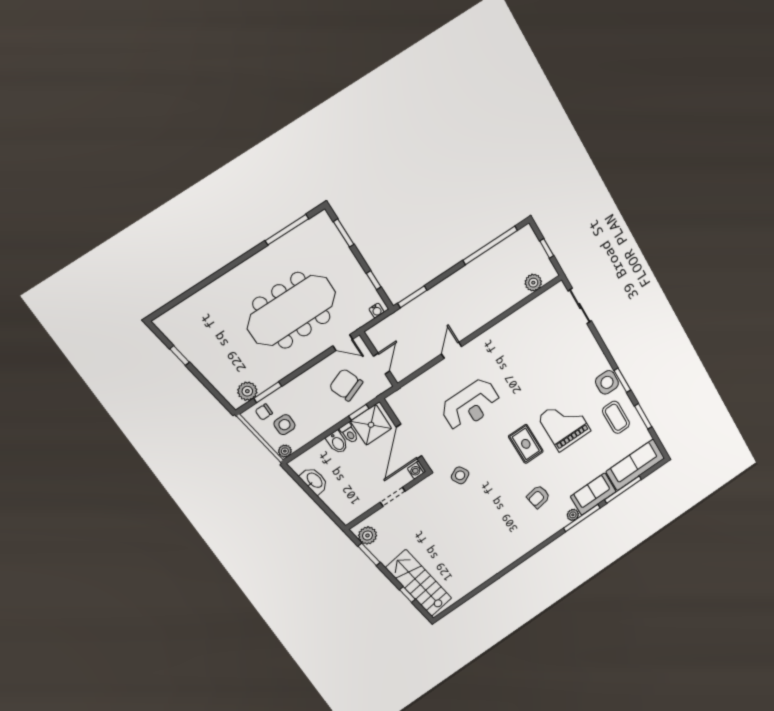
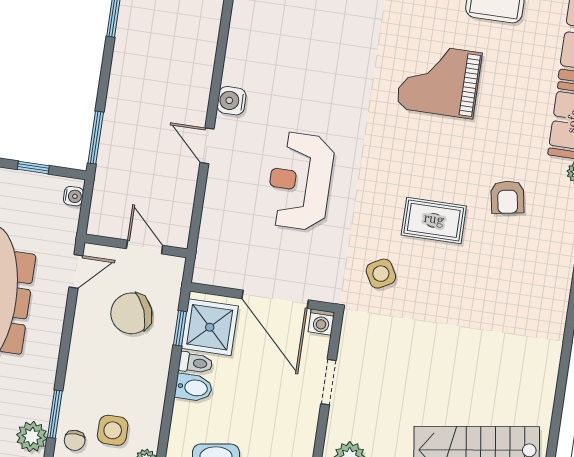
water cooler: (481, 343) -> (231, 101), added
reception desk: (471, 405) -> (300, 181), turned 180
rug: (526, 444) -> (434, 220), moved

